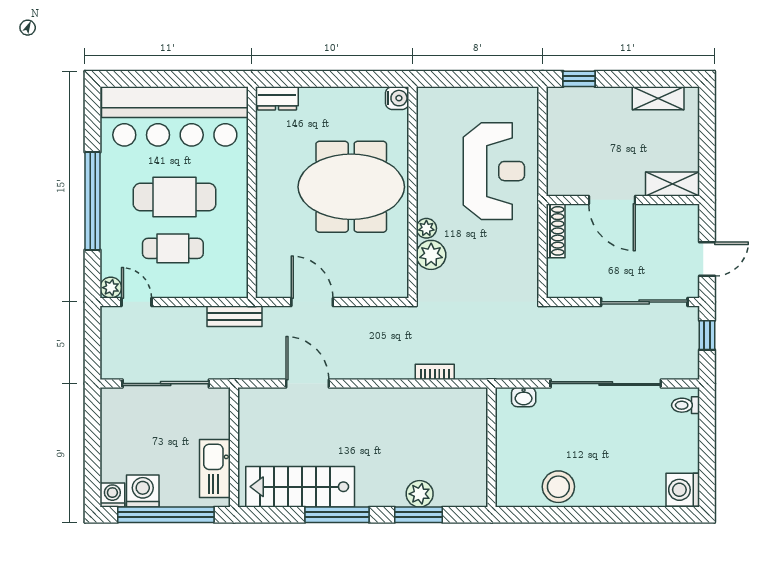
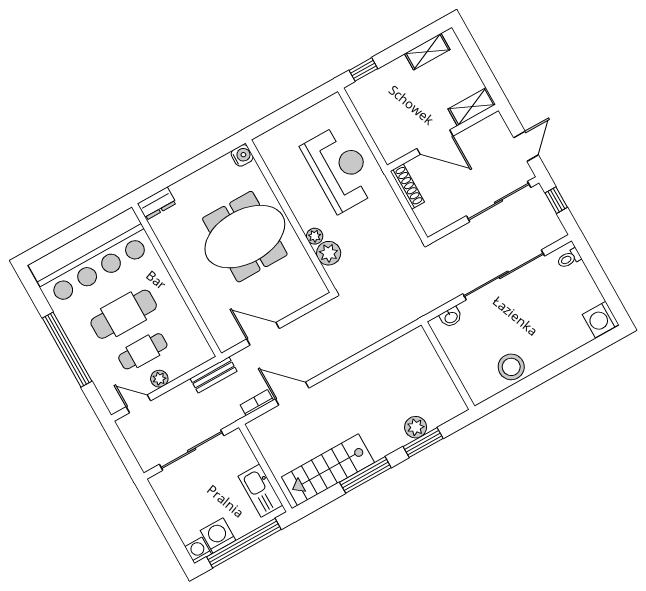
plant: (111, 288) -> (159, 379), moved
bookcase: (435, 372) -> (257, 403), moved

